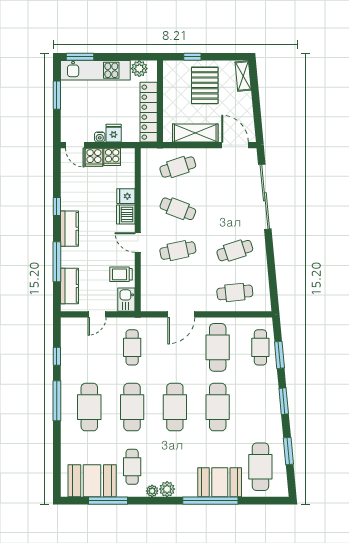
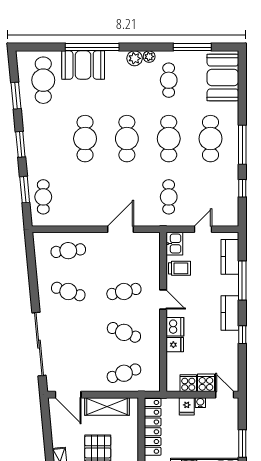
cafe table: (235, 251) -> (68, 291), turned 36
cafe table: (218, 347) -> (85, 197), removed
booth: (92, 481) -> (223, 77), moved, turned 90

